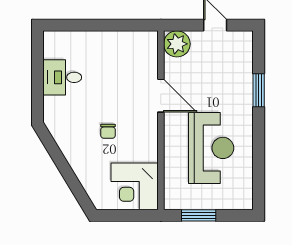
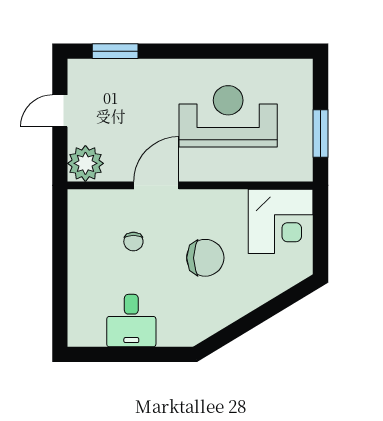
chair: (120, 79) -> (133, 242), added
window: (259, 90) -> (115, 51), moved
chair: (108, 131) -> (205, 258), width x1.87, depth x1.87

